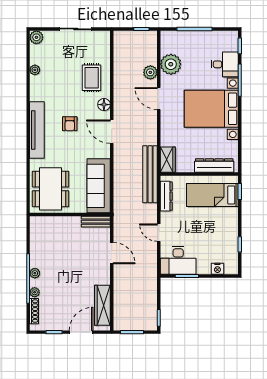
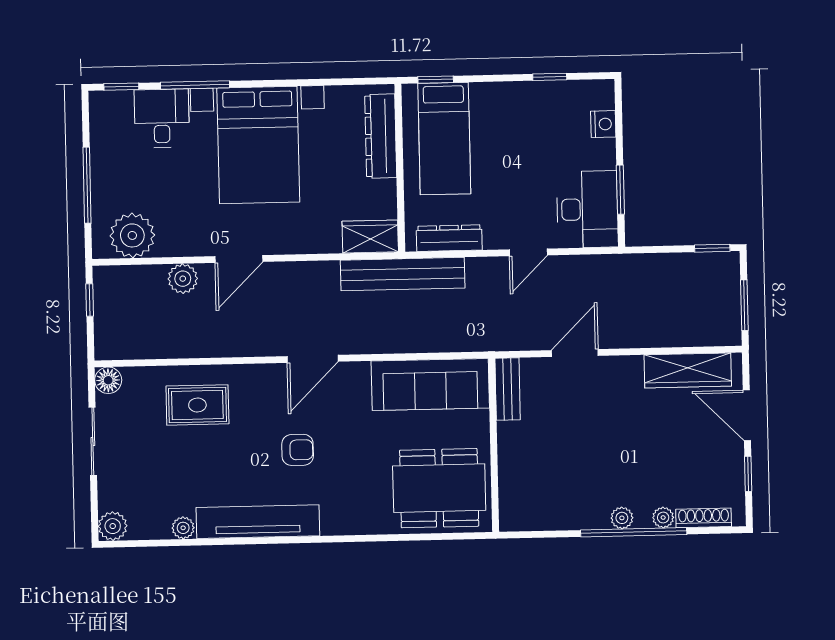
plant: (171, 64) -> (132, 235), moved
floor lamp: (104, 105) -> (108, 380), moved
tv unit: (37, 130) -> (258, 522), moved

